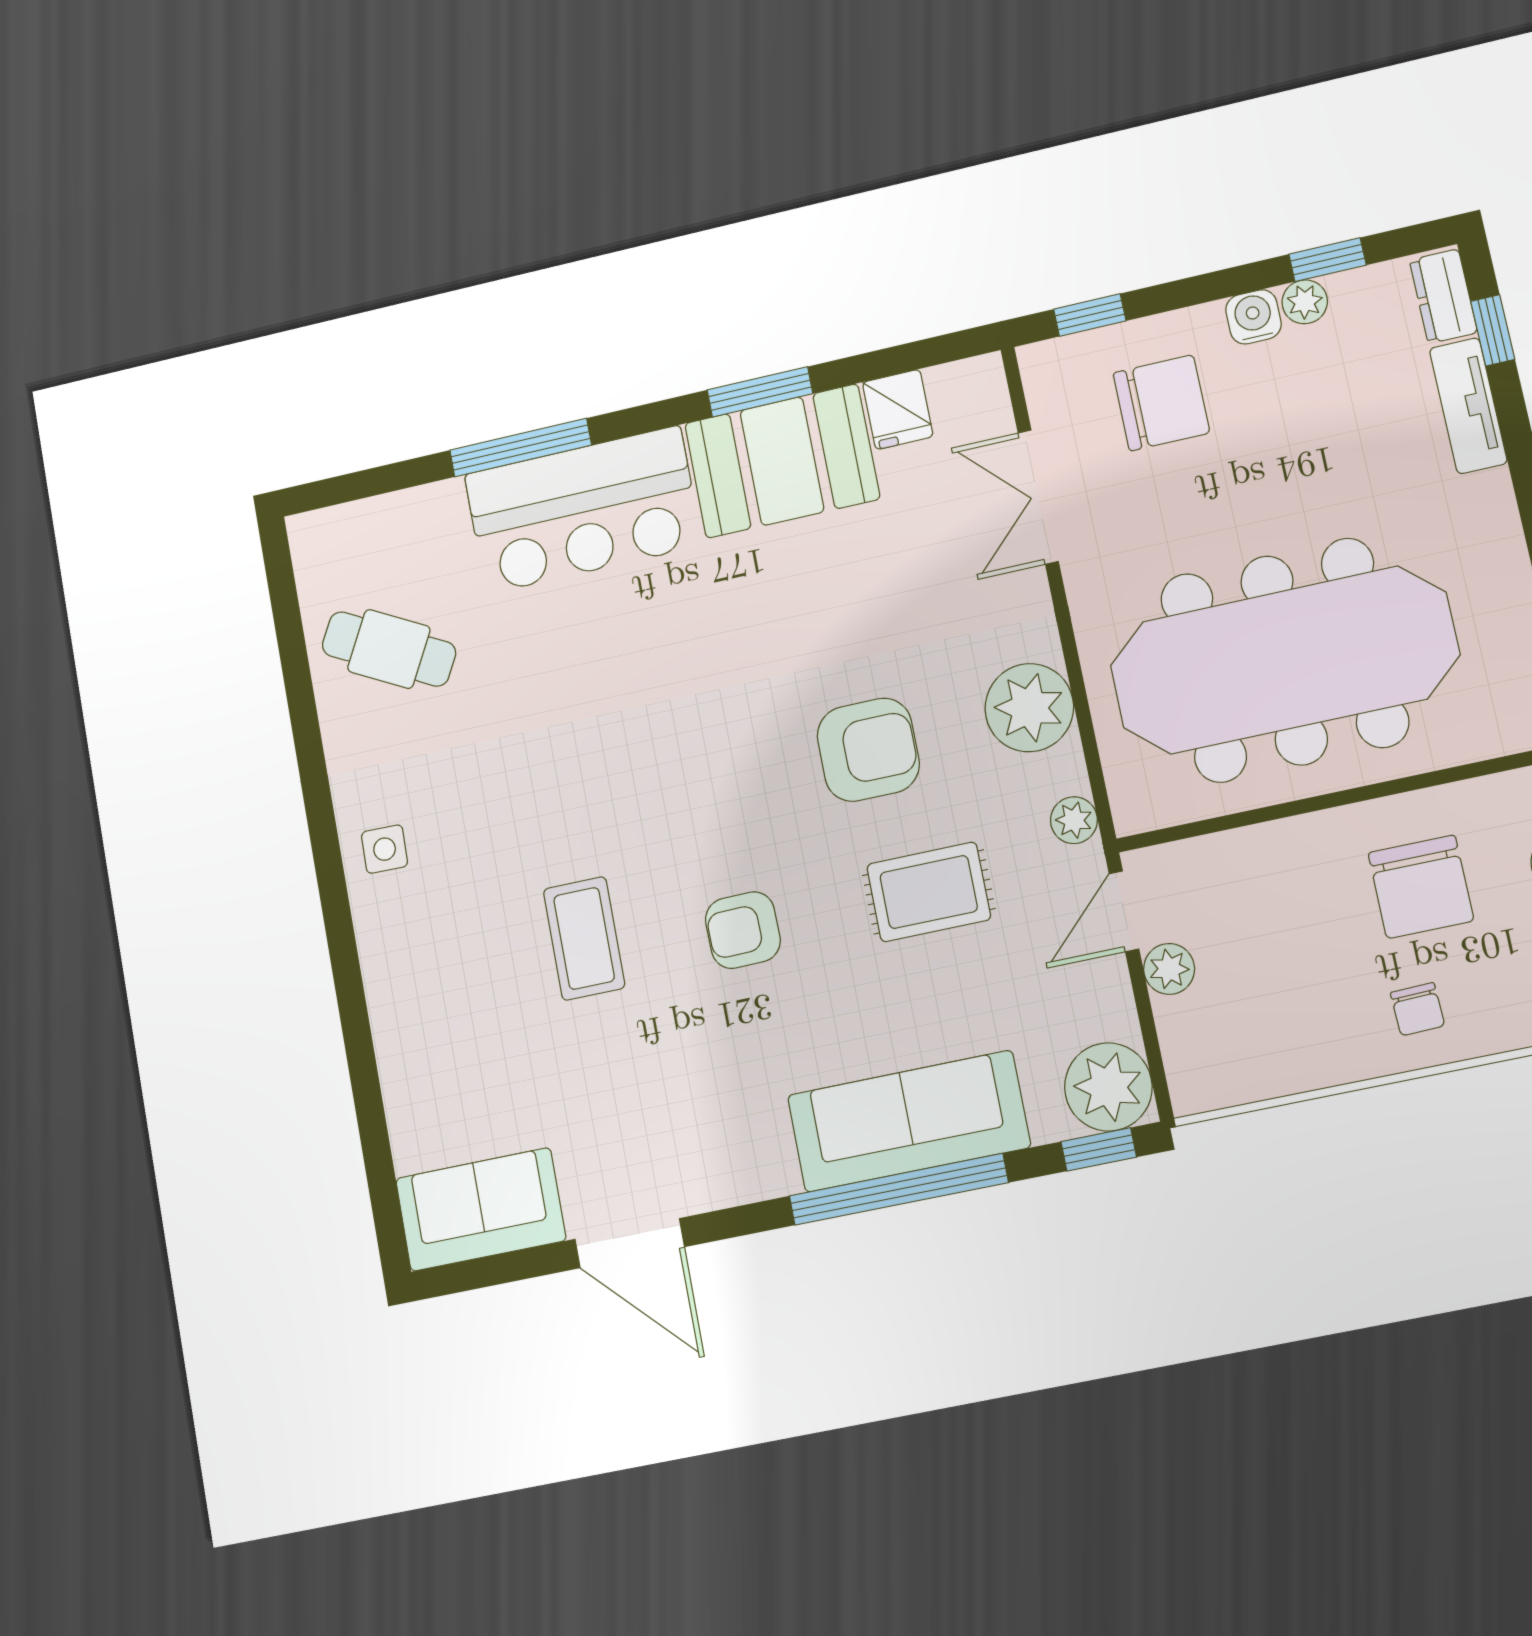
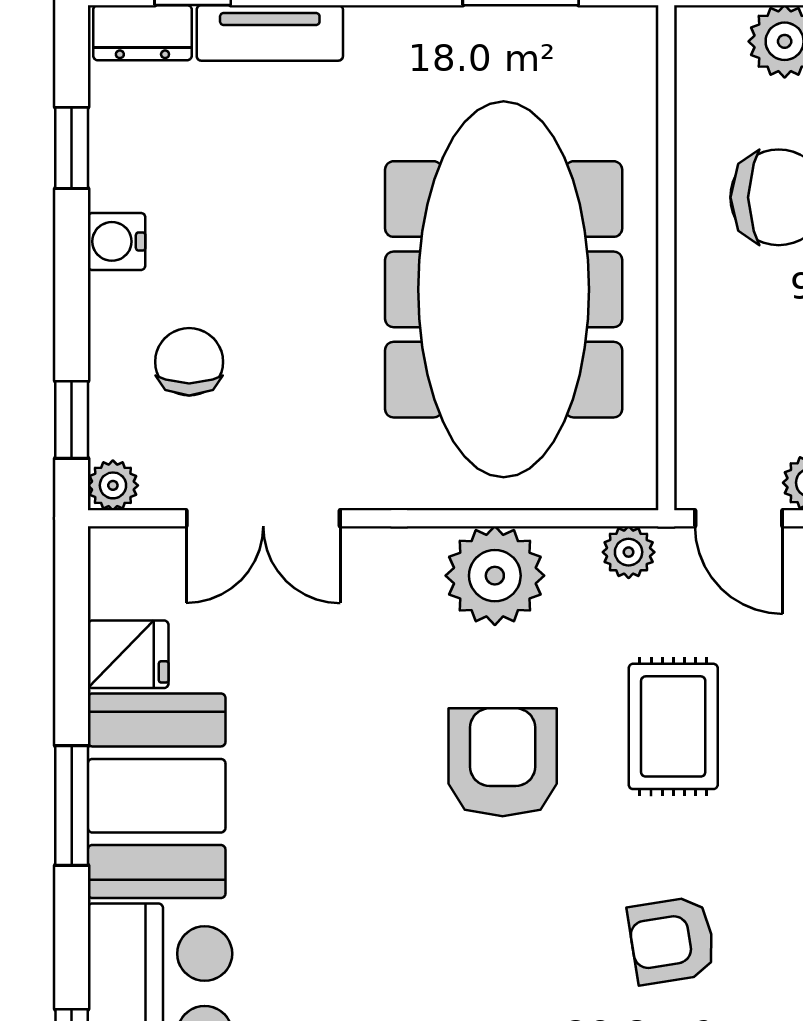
plant: (1305, 302) -> (113, 485), moved
chair: (1161, 403) -> (189, 362), width x0.73, depth x0.73
armchair: (743, 930) -> (672, 940), turned 82

